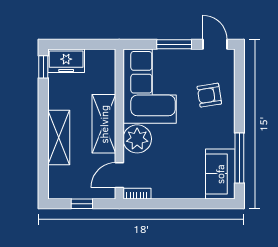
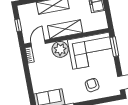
window: (174, 44) -> (114, 47), moved
door: (119, 175) -> (38, 43), hinge flipped

